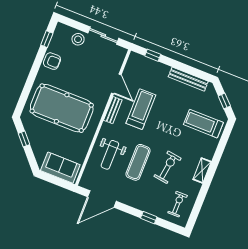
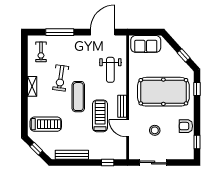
stool: (78, 39) -> (155, 130), moved
window: (24, 97) -> (197, 89), added
treadmill: (141, 109) -> (100, 116), turned 180
weight bench: (110, 155) -> (110, 70), turned 180
exercise mat: (138, 162) -> (78, 97), moved
window: (149, 218) -> (60, 32), width x2.17

